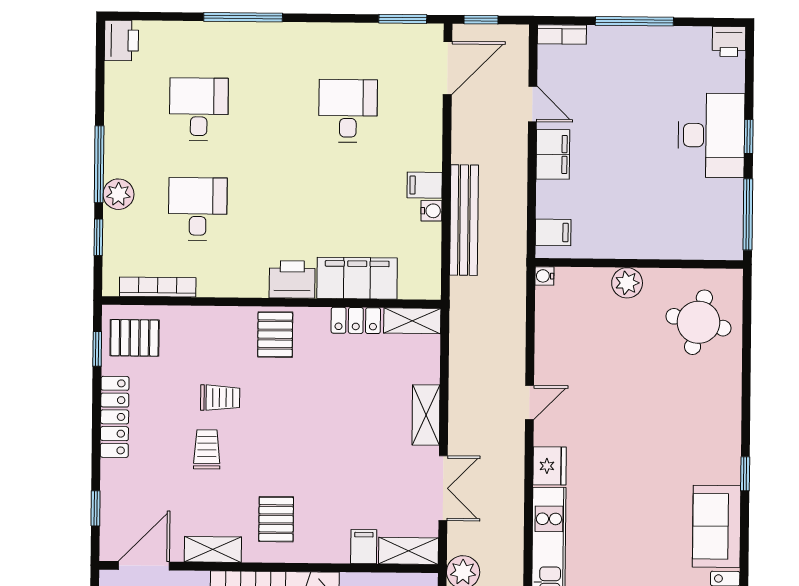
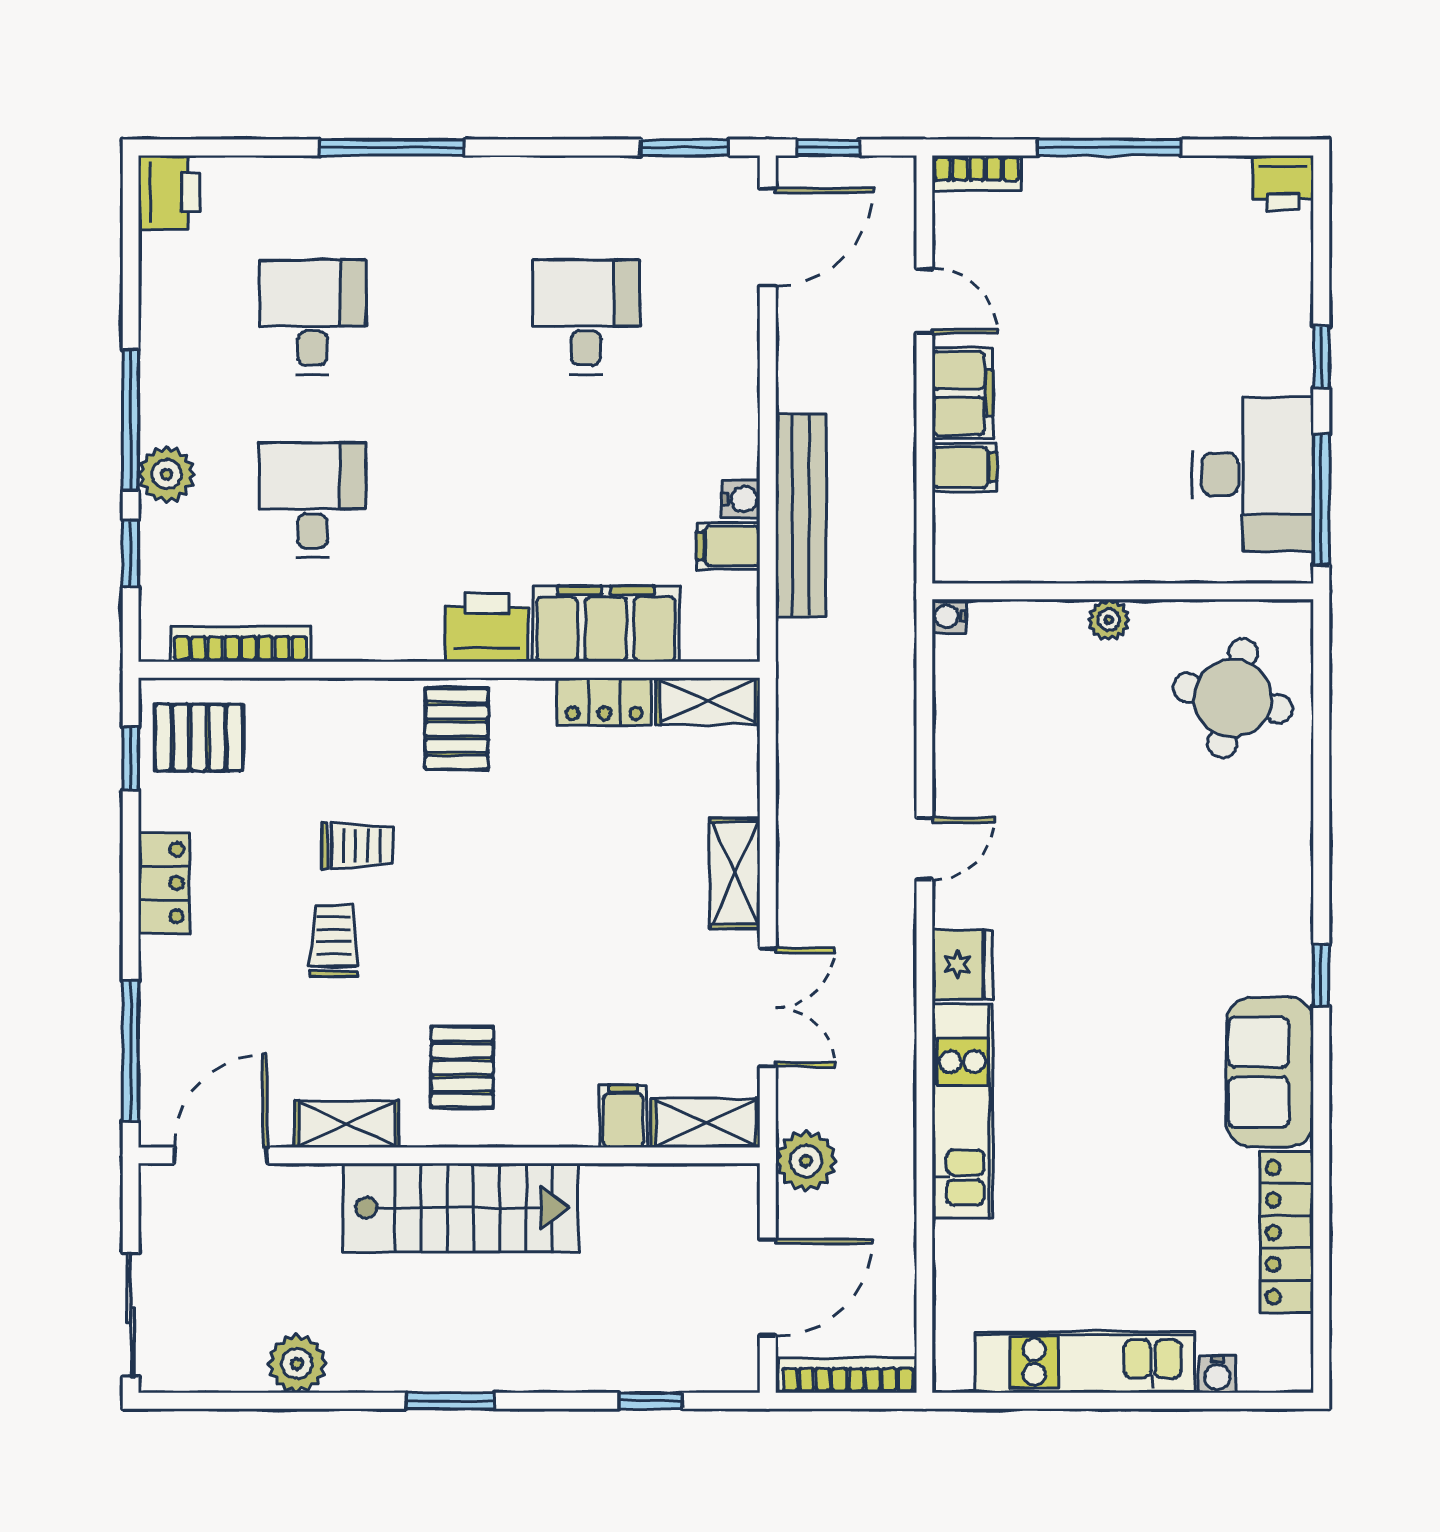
desk: (711, 135) -> (1253, 474), moved
filing cabinet: (425, 185) -> (728, 546), moved
filing cabinet: (553, 232) -> (965, 467), moved
plant: (627, 283) -> (1109, 620), width x0.73, depth x0.73
locker: (115, 417) -> (164, 883), width x0.66
window: (96, 508) -> (131, 1051), width x2.17

